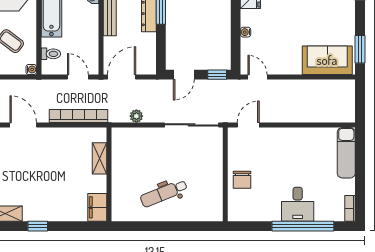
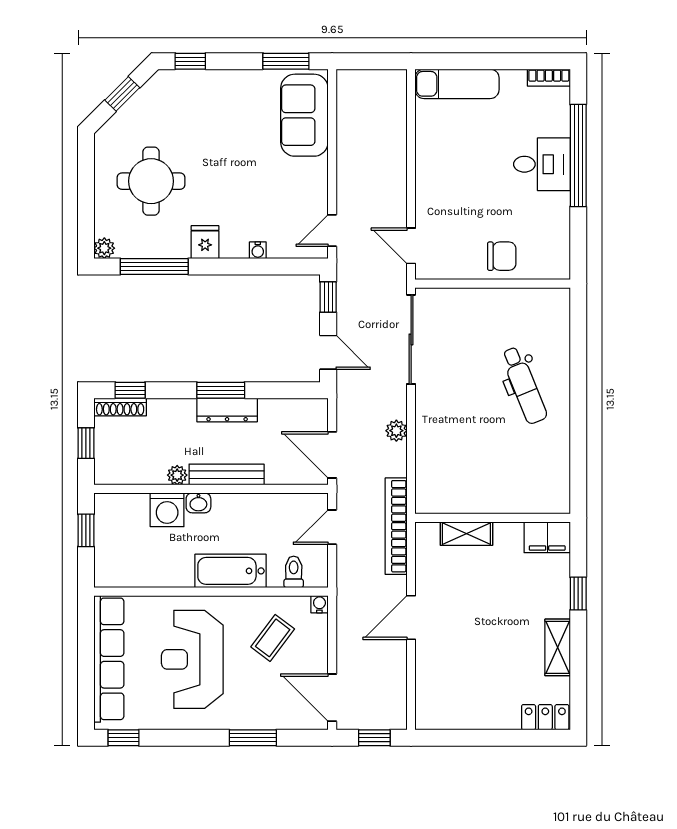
shelving: (99, 158) -> (466, 534), moved
wall: (109, 174) -> (493, 518), moved
filing cabinet: (97, 207) -> (547, 537), moved

